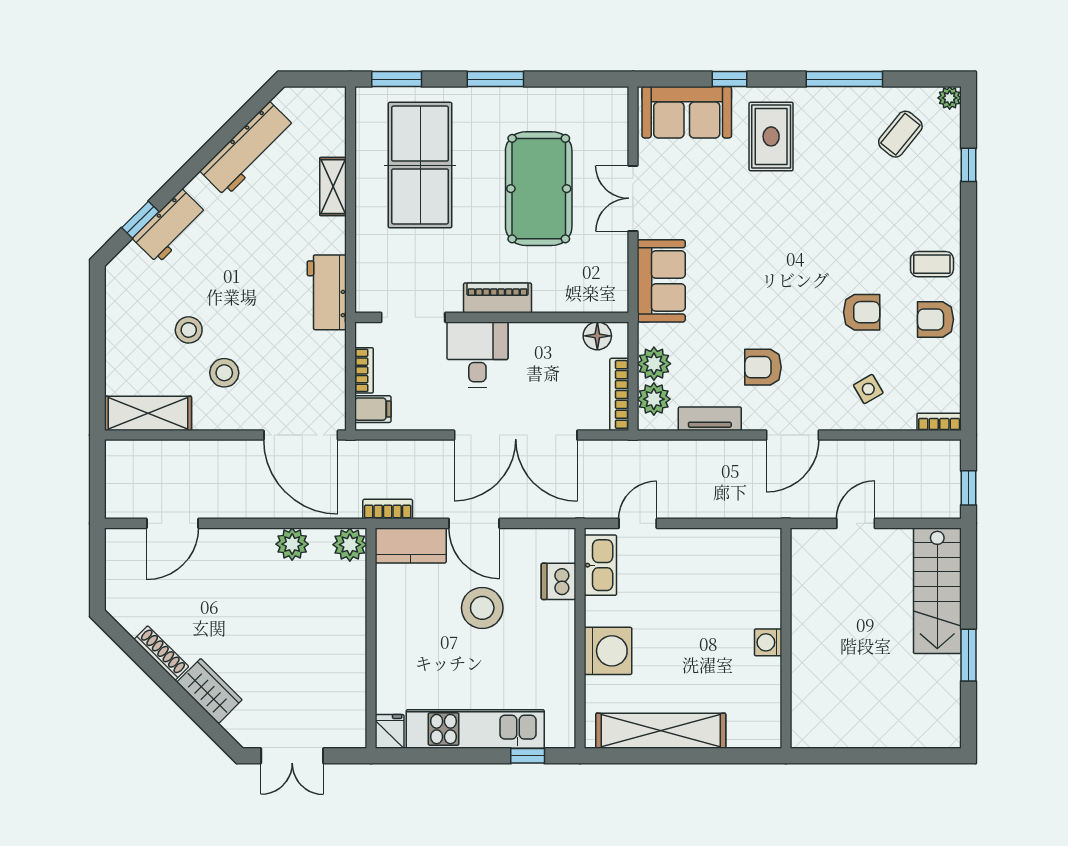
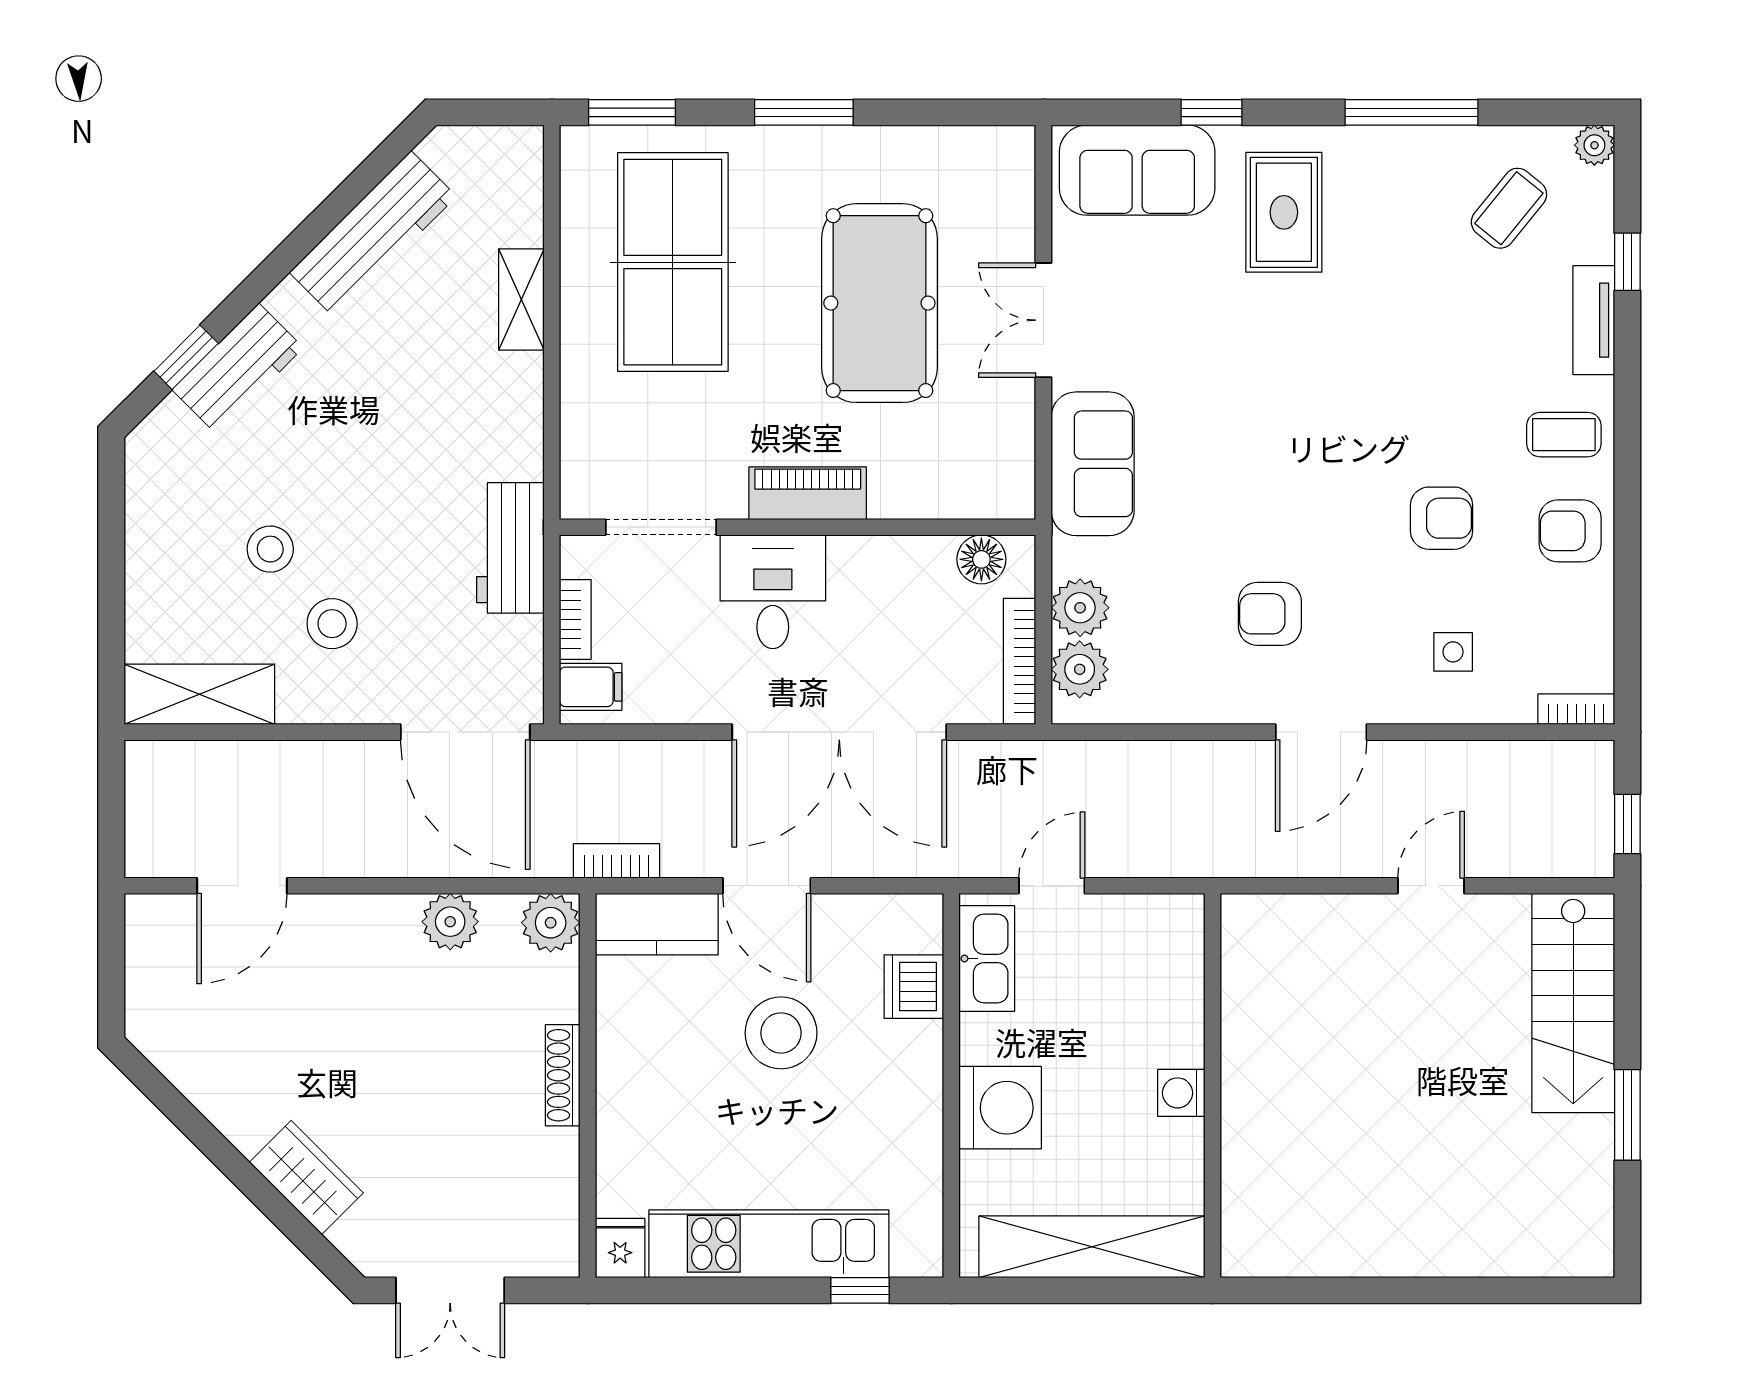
workbench: (327, 292) -> (510, 548), moved
side table: (868, 389) -> (1453, 652), turned 30
tv unit: (710, 419) -> (1594, 320), moved, turned -90
wall: (786, 638) -> (1212, 1085), moved
washing machine: (768, 642) -> (1181, 1093), moved
shoe rack: (161, 653) -> (563, 1075), moved, turned -135

